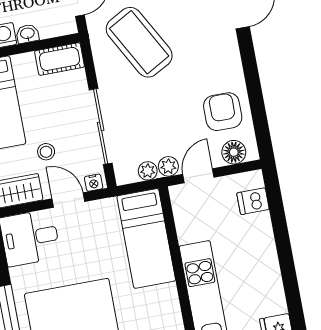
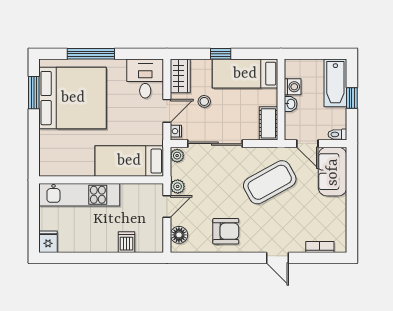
armchair: (223, 112) -> (226, 231), moved
plant: (148, 171) -> (177, 156), moved
door: (198, 176) -> (167, 207), hinge flipped
dishwasher: (253, 201) -> (126, 242), moved

